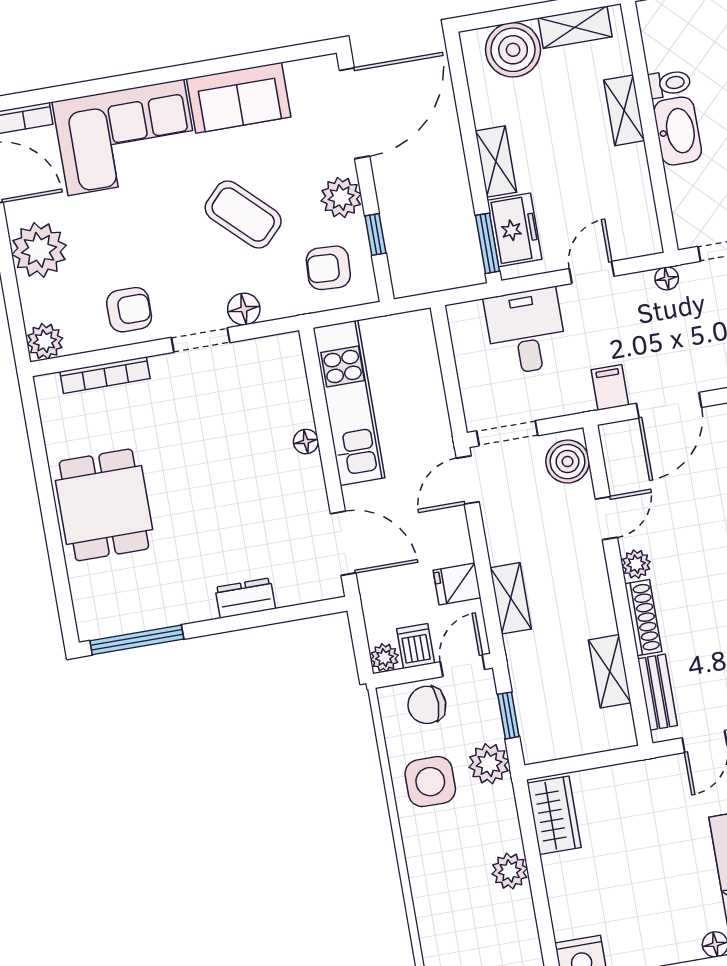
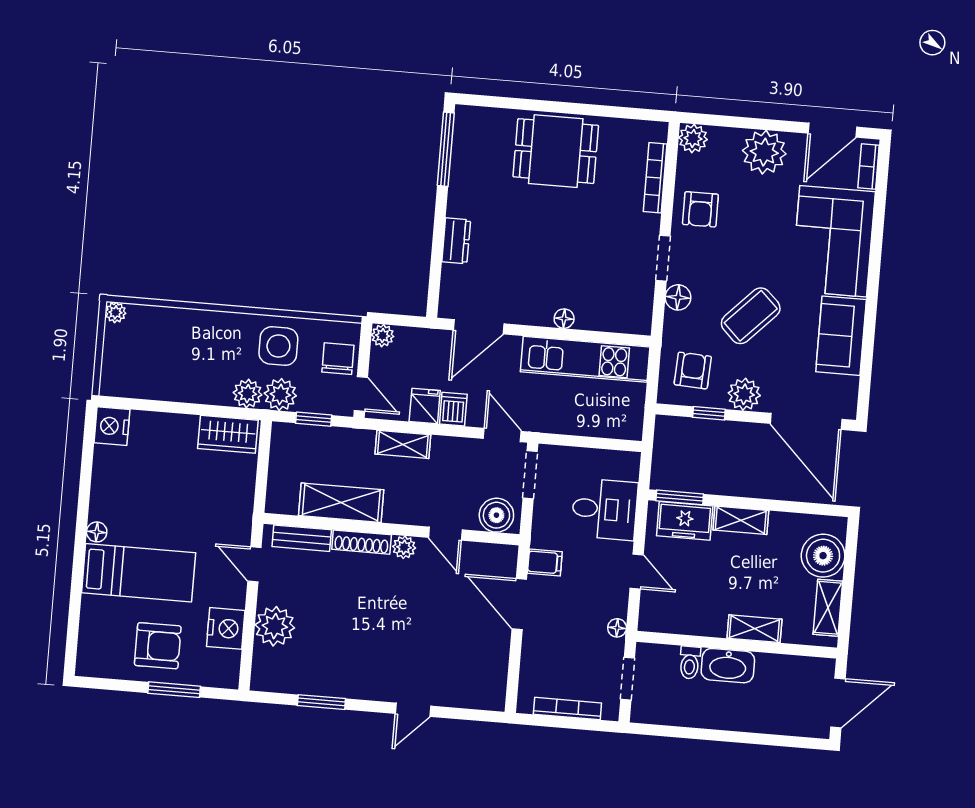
toilet: (669, 83) -> (690, 662), moved
dishwasher: (416, 646) -> (453, 409), moved, turned -90
shelving: (610, 671) -> (341, 503), width x1.50, depth x1.33
plant: (510, 871) -> (248, 394), moved

